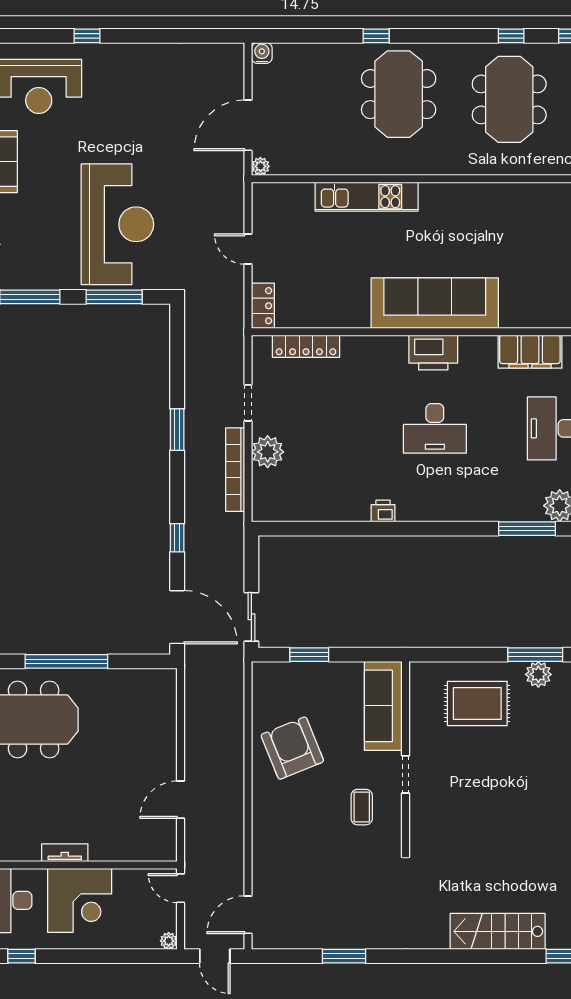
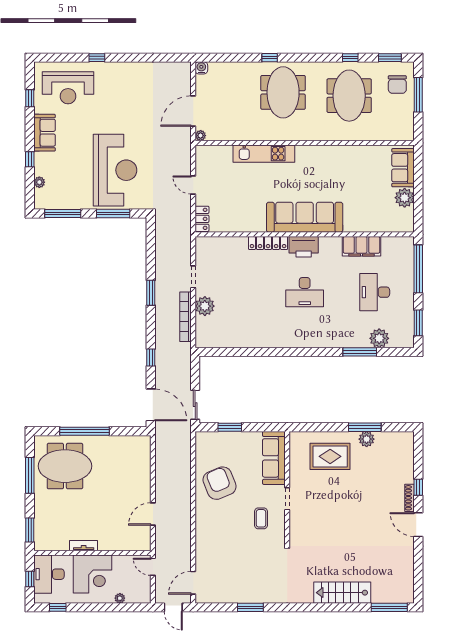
locker: (306, 346) -> (268, 243), moved
printer: (383, 511) -> (274, 341), removed
plant: (169, 941) -> (120, 598), moved

